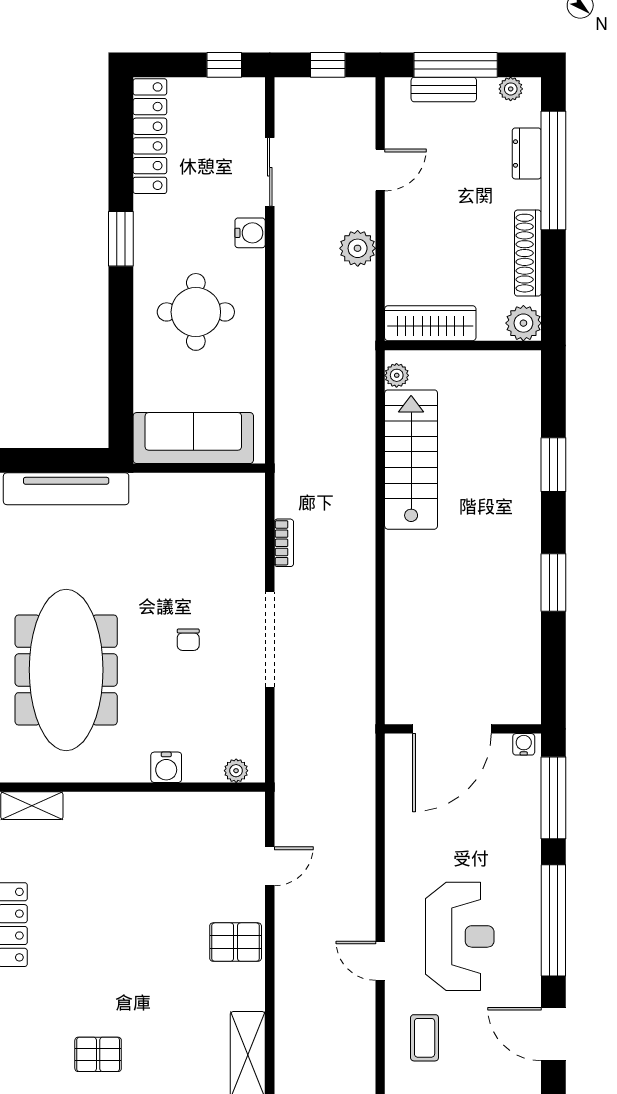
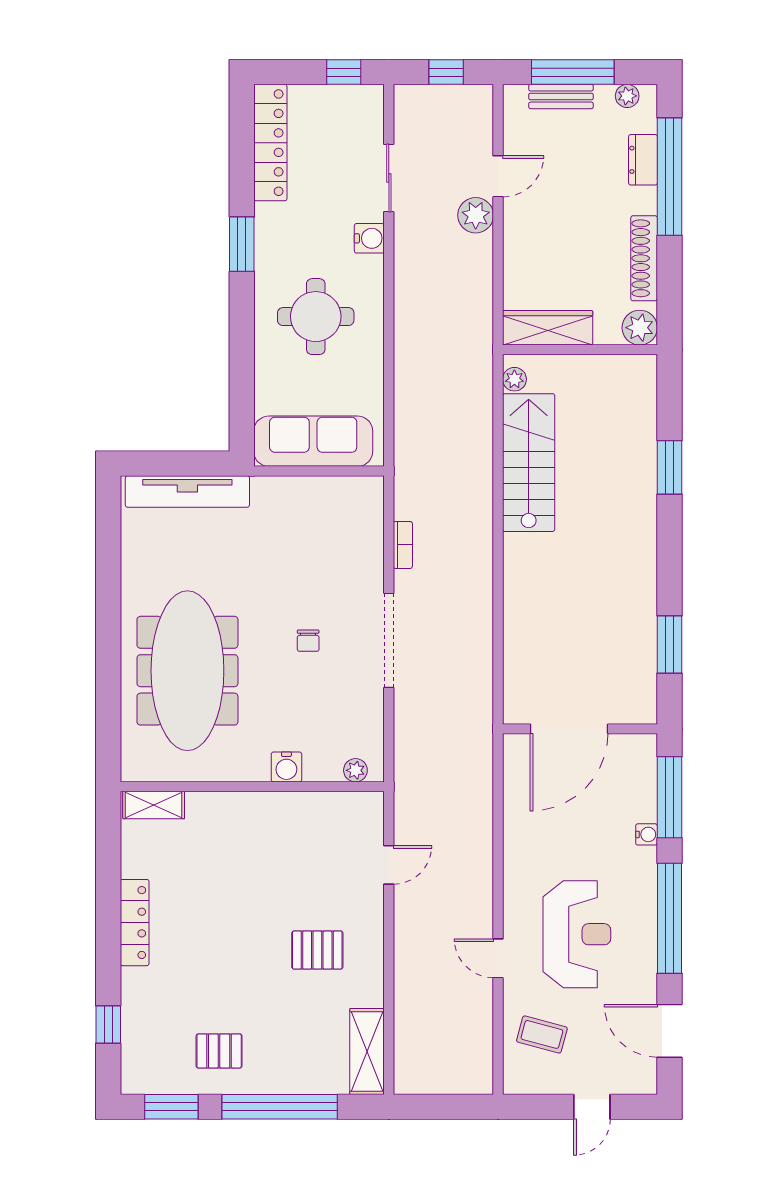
plant: (358, 248) -> (476, 215), moved
window: (553, 583) -> (669, 645), moved
water cooler: (524, 744) -> (647, 834), moved, turned 90
pallet: (236, 942) -> (317, 950), moved
coffee table: (425, 1038) -> (542, 1034), turned -75

